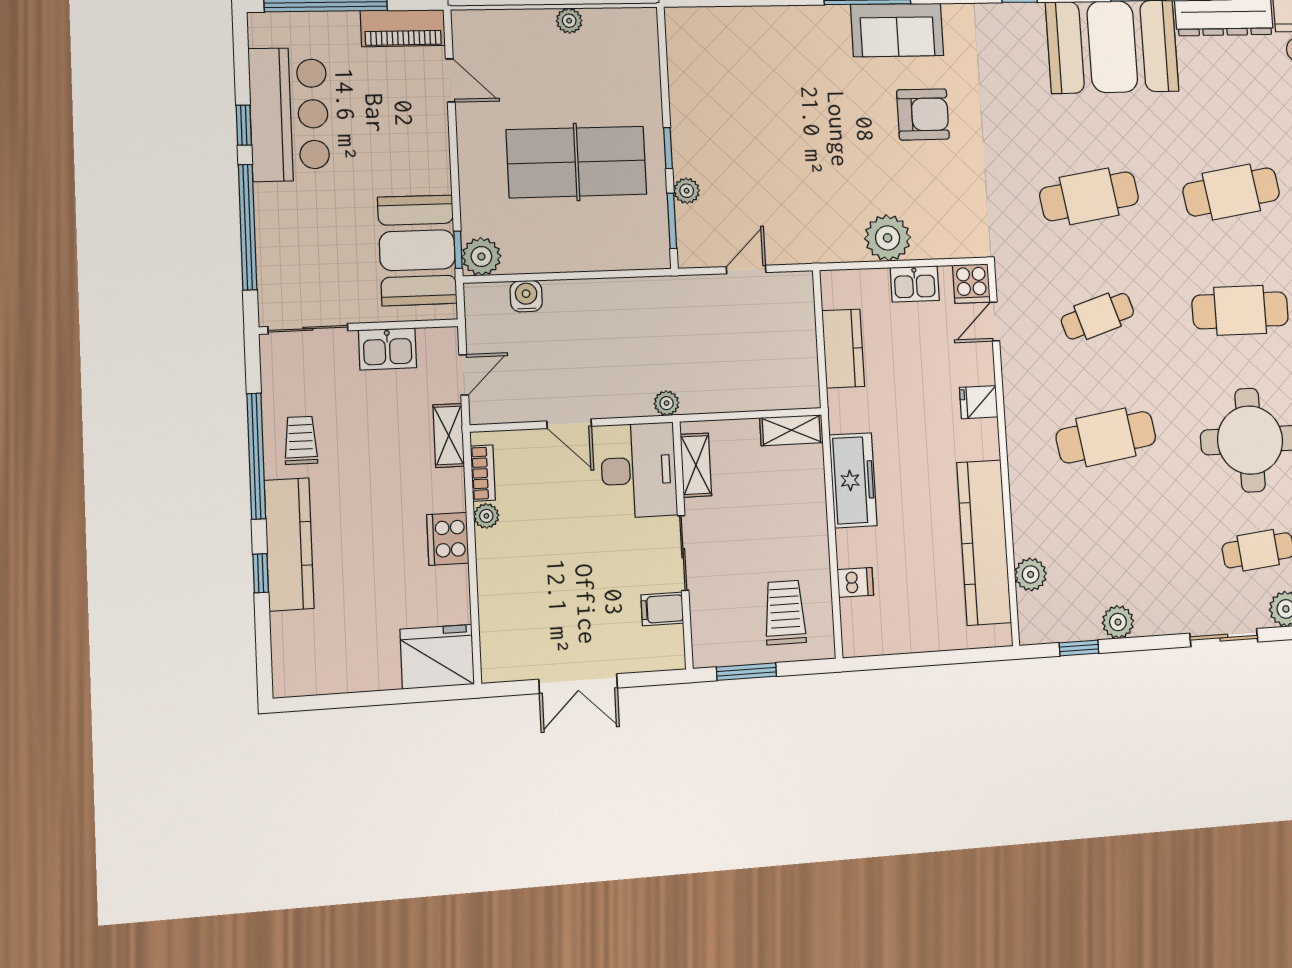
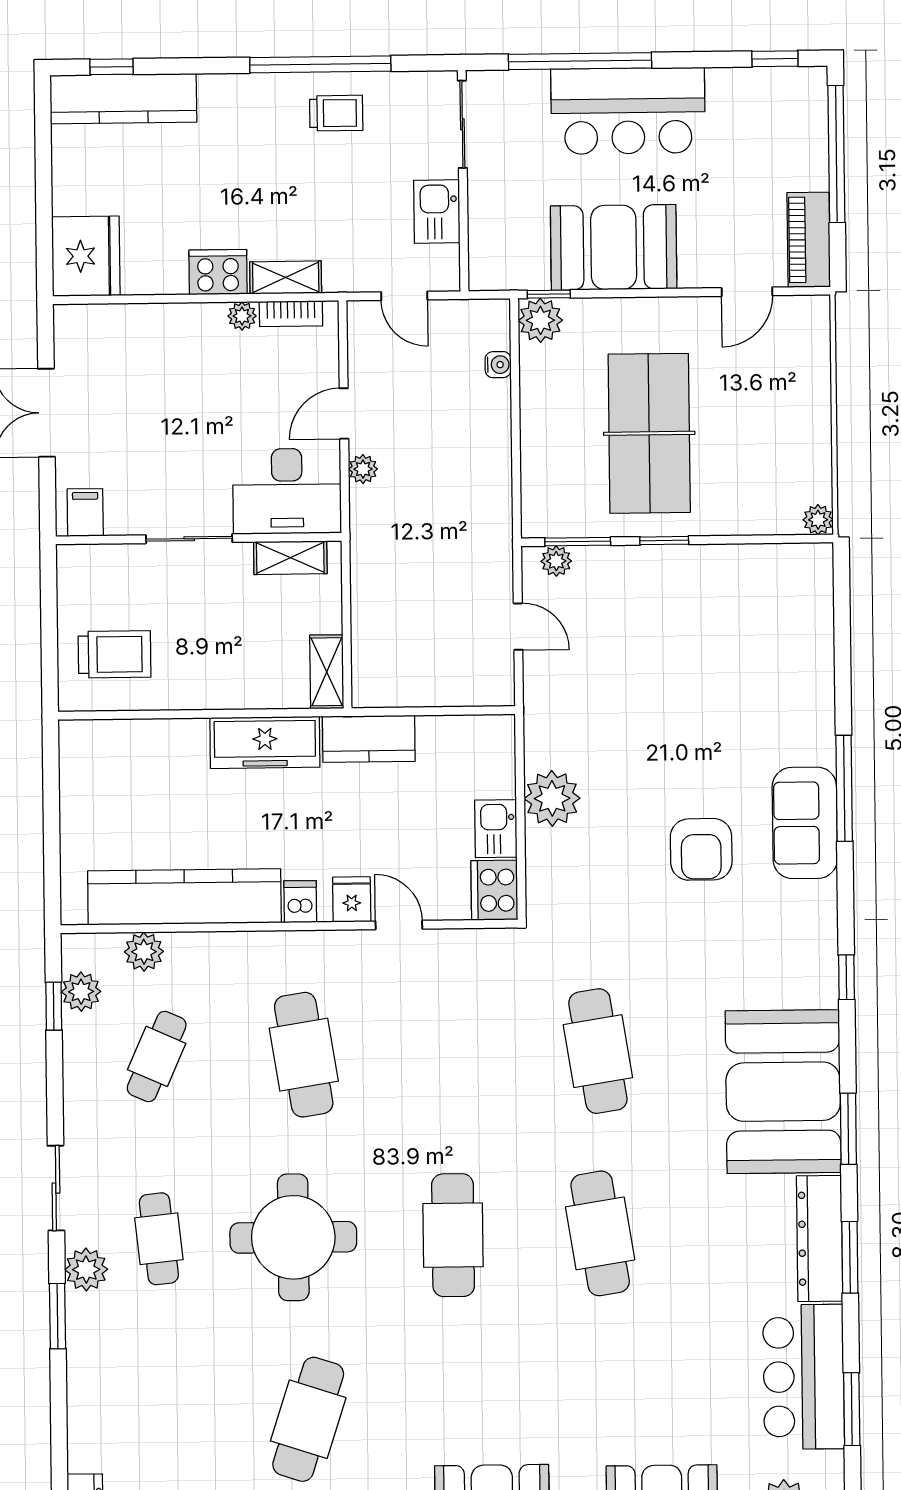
plant: (569, 21) -> (818, 520), moved
bar counter: (289, 114) -> (628, 111), moved
window: (244, 125) -> (775, 59), moved
plant: (687, 191) -> (556, 561), moved
booth: (417, 250) -> (614, 247), moved
cooker: (971, 284) -> (494, 890), width x1.36
water cooler: (526, 296) -> (498, 365), width x0.72, depth x0.72
cafe table: (1097, 316) -> (157, 1056), moved, turned 42
door: (995, 321) -> (399, 925), moved
kitchen counter: (843, 349) -> (369, 739), moved
plant: (667, 403) -> (363, 469), moved
shelving: (449, 435) -> (286, 277), moved
kitchen counter: (289, 544) -> (123, 99), moved
window: (261, 573) -> (112, 67), moved
dishwasher: (855, 582) -> (300, 902), moved, turned 180
filing cabinet: (662, 609) -> (85, 512), moved
plant: (1118, 622) -> (81, 992), moved
window: (746, 672) -> (49, 606), removed

